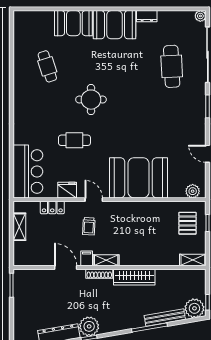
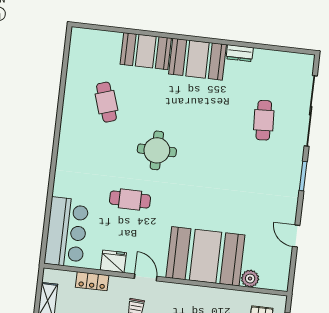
plant: (200, 16) -> (307, 61), removed
cafe table: (172, 66) -> (264, 120), width x0.73, depth x0.74
plant: (193, 191) -> (250, 279), moved

